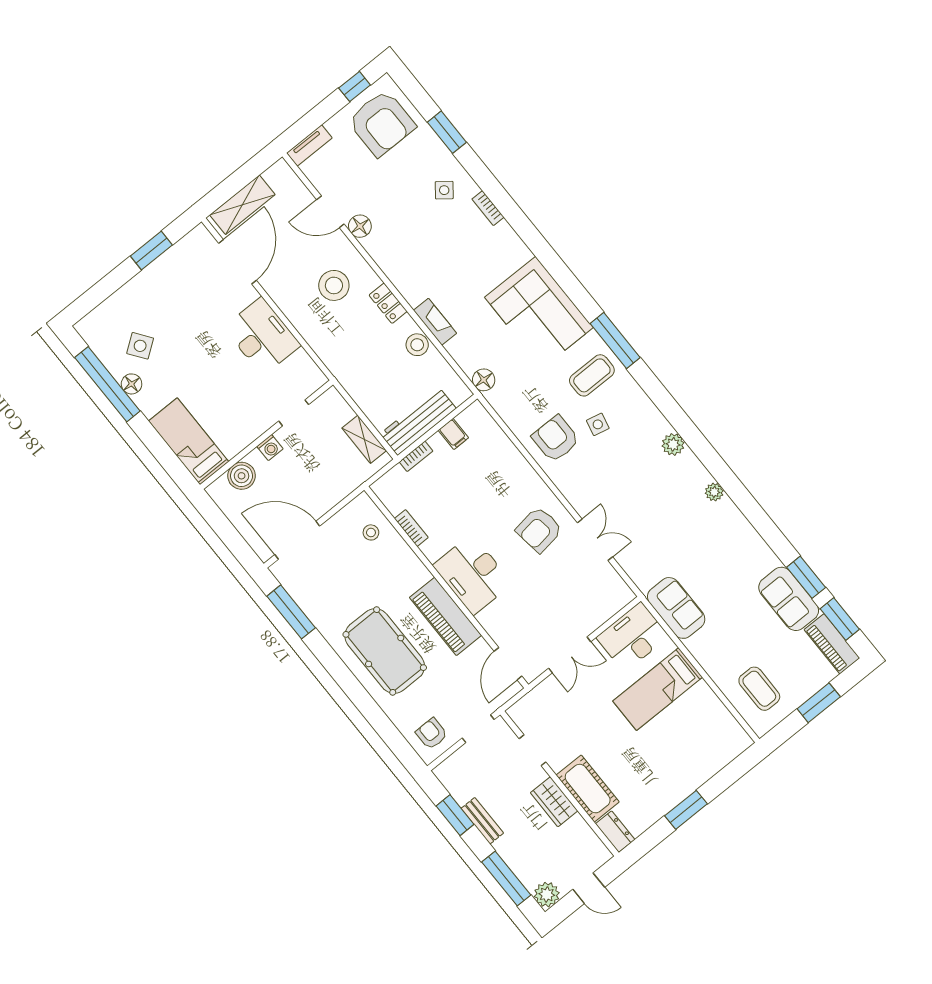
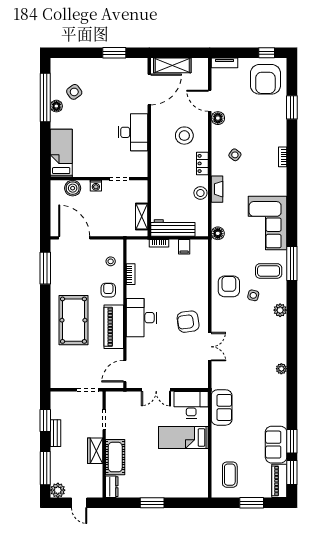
side table: (444, 190) -> (235, 155), moved
plant: (673, 444) -> (280, 310), moved
armchair: (432, 734) -> (108, 290), moved

